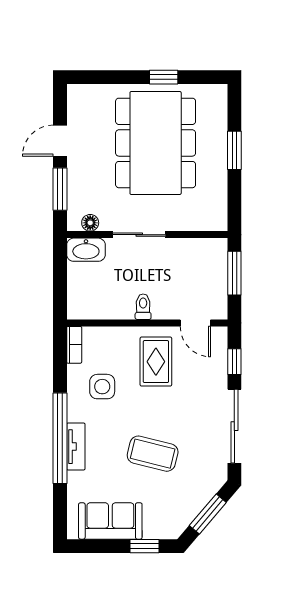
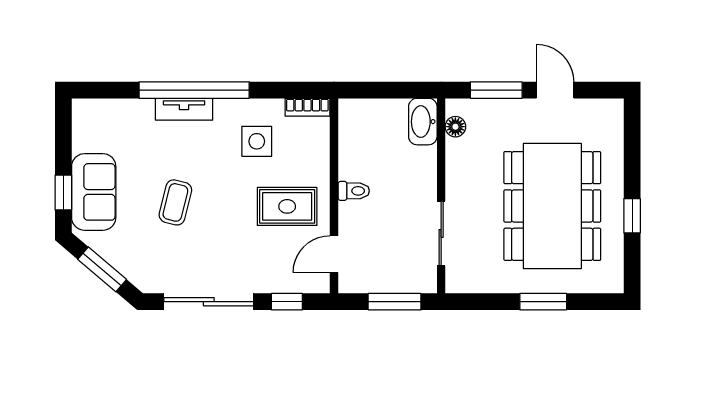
dining table: (156, 143) -> (552, 206), turned 90
sliding door: (139, 235) -> (441, 233), moved
coffee table: (153, 454) -> (175, 202), width x0.73, depth x0.77
sofa: (110, 521) -> (94, 192), moved

